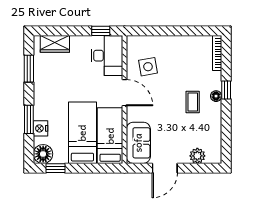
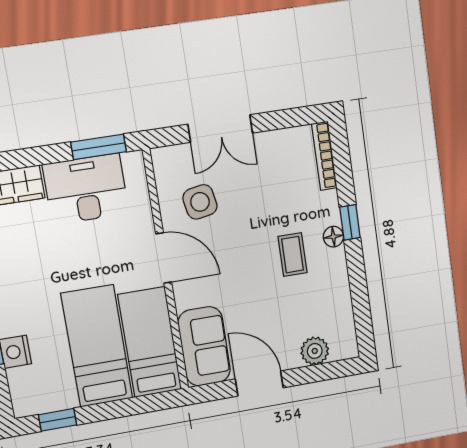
window: (101, 31) -> (99, 147), width x1.50
double door: (164, 31) -> (220, 129), added
desk: (107, 56) -> (86, 189), moved, turned -90
floor lamp: (43, 154) -> (29, 398), removed
door: (165, 168) -> (259, 383), swing flipped

